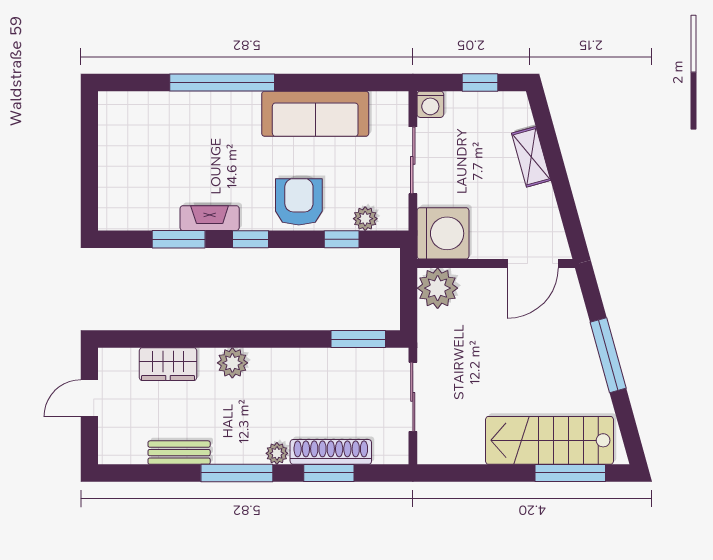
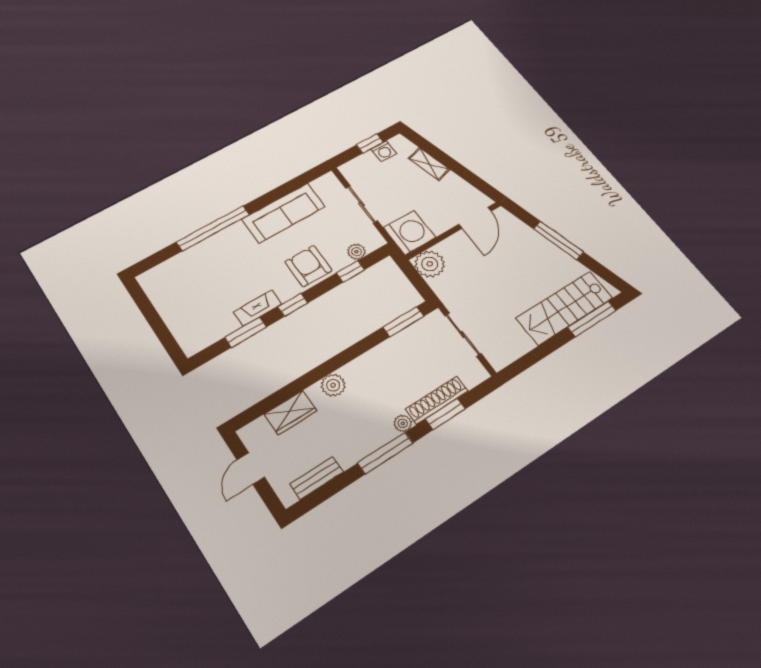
washing machine: (430, 104) -> (384, 151), moved
bench: (179, 453) -> (317, 478), moved

